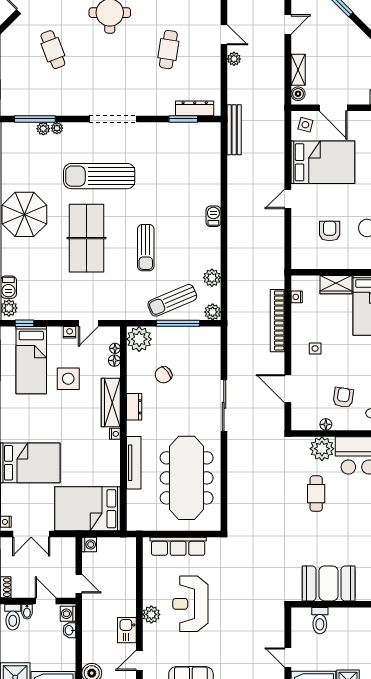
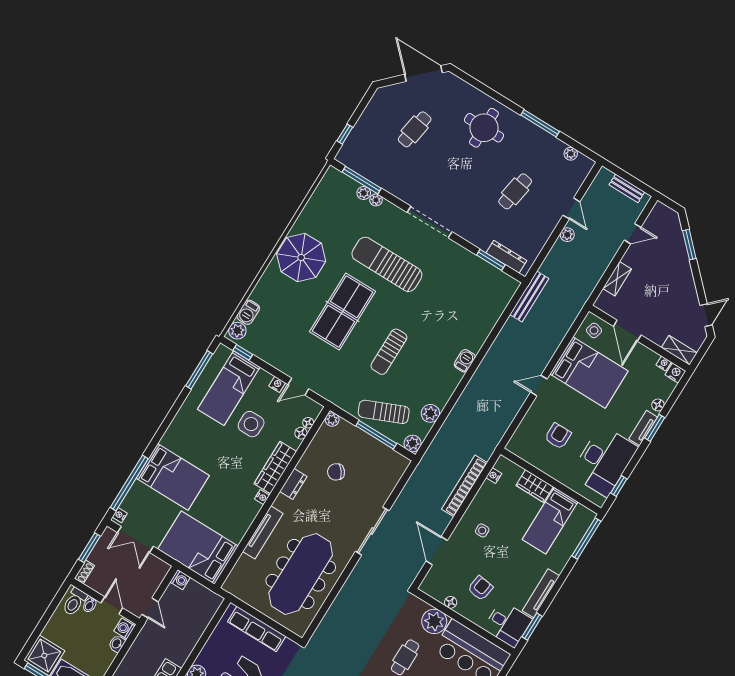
cafe table: (53, 50) -> (415, 129), turned 30
boiler: (298, 94) -> (604, 300), removed
plant: (139, 339) -> (332, 419), width x0.53, depth x0.53

